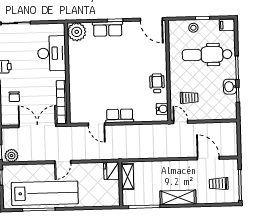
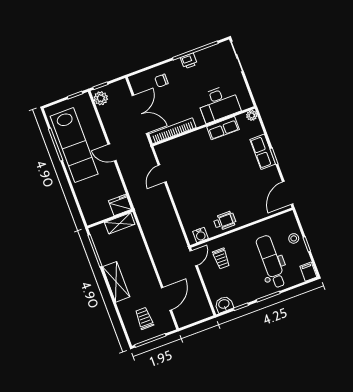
plant: (77, 32) -> (252, 115), width x0.53, depth x0.53
washbasin: (230, 87) -> (224, 304), moved
row of seats: (120, 116) -> (223, 128), moved, turned 90

